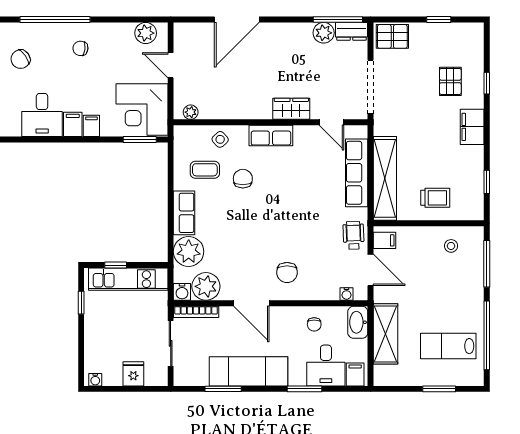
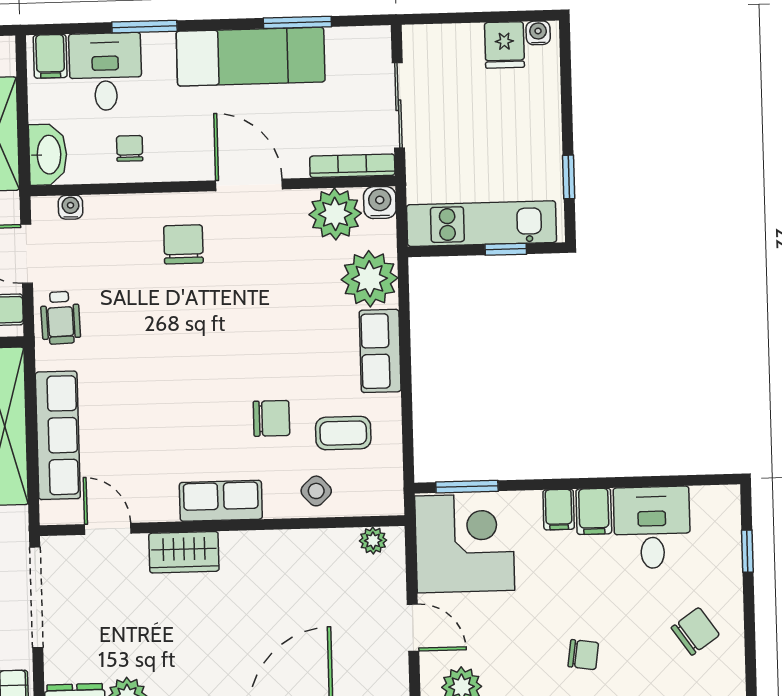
chair: (243, 179) -> (271, 418), turned -90
fridge: (133, 374) -> (504, 45), moved

